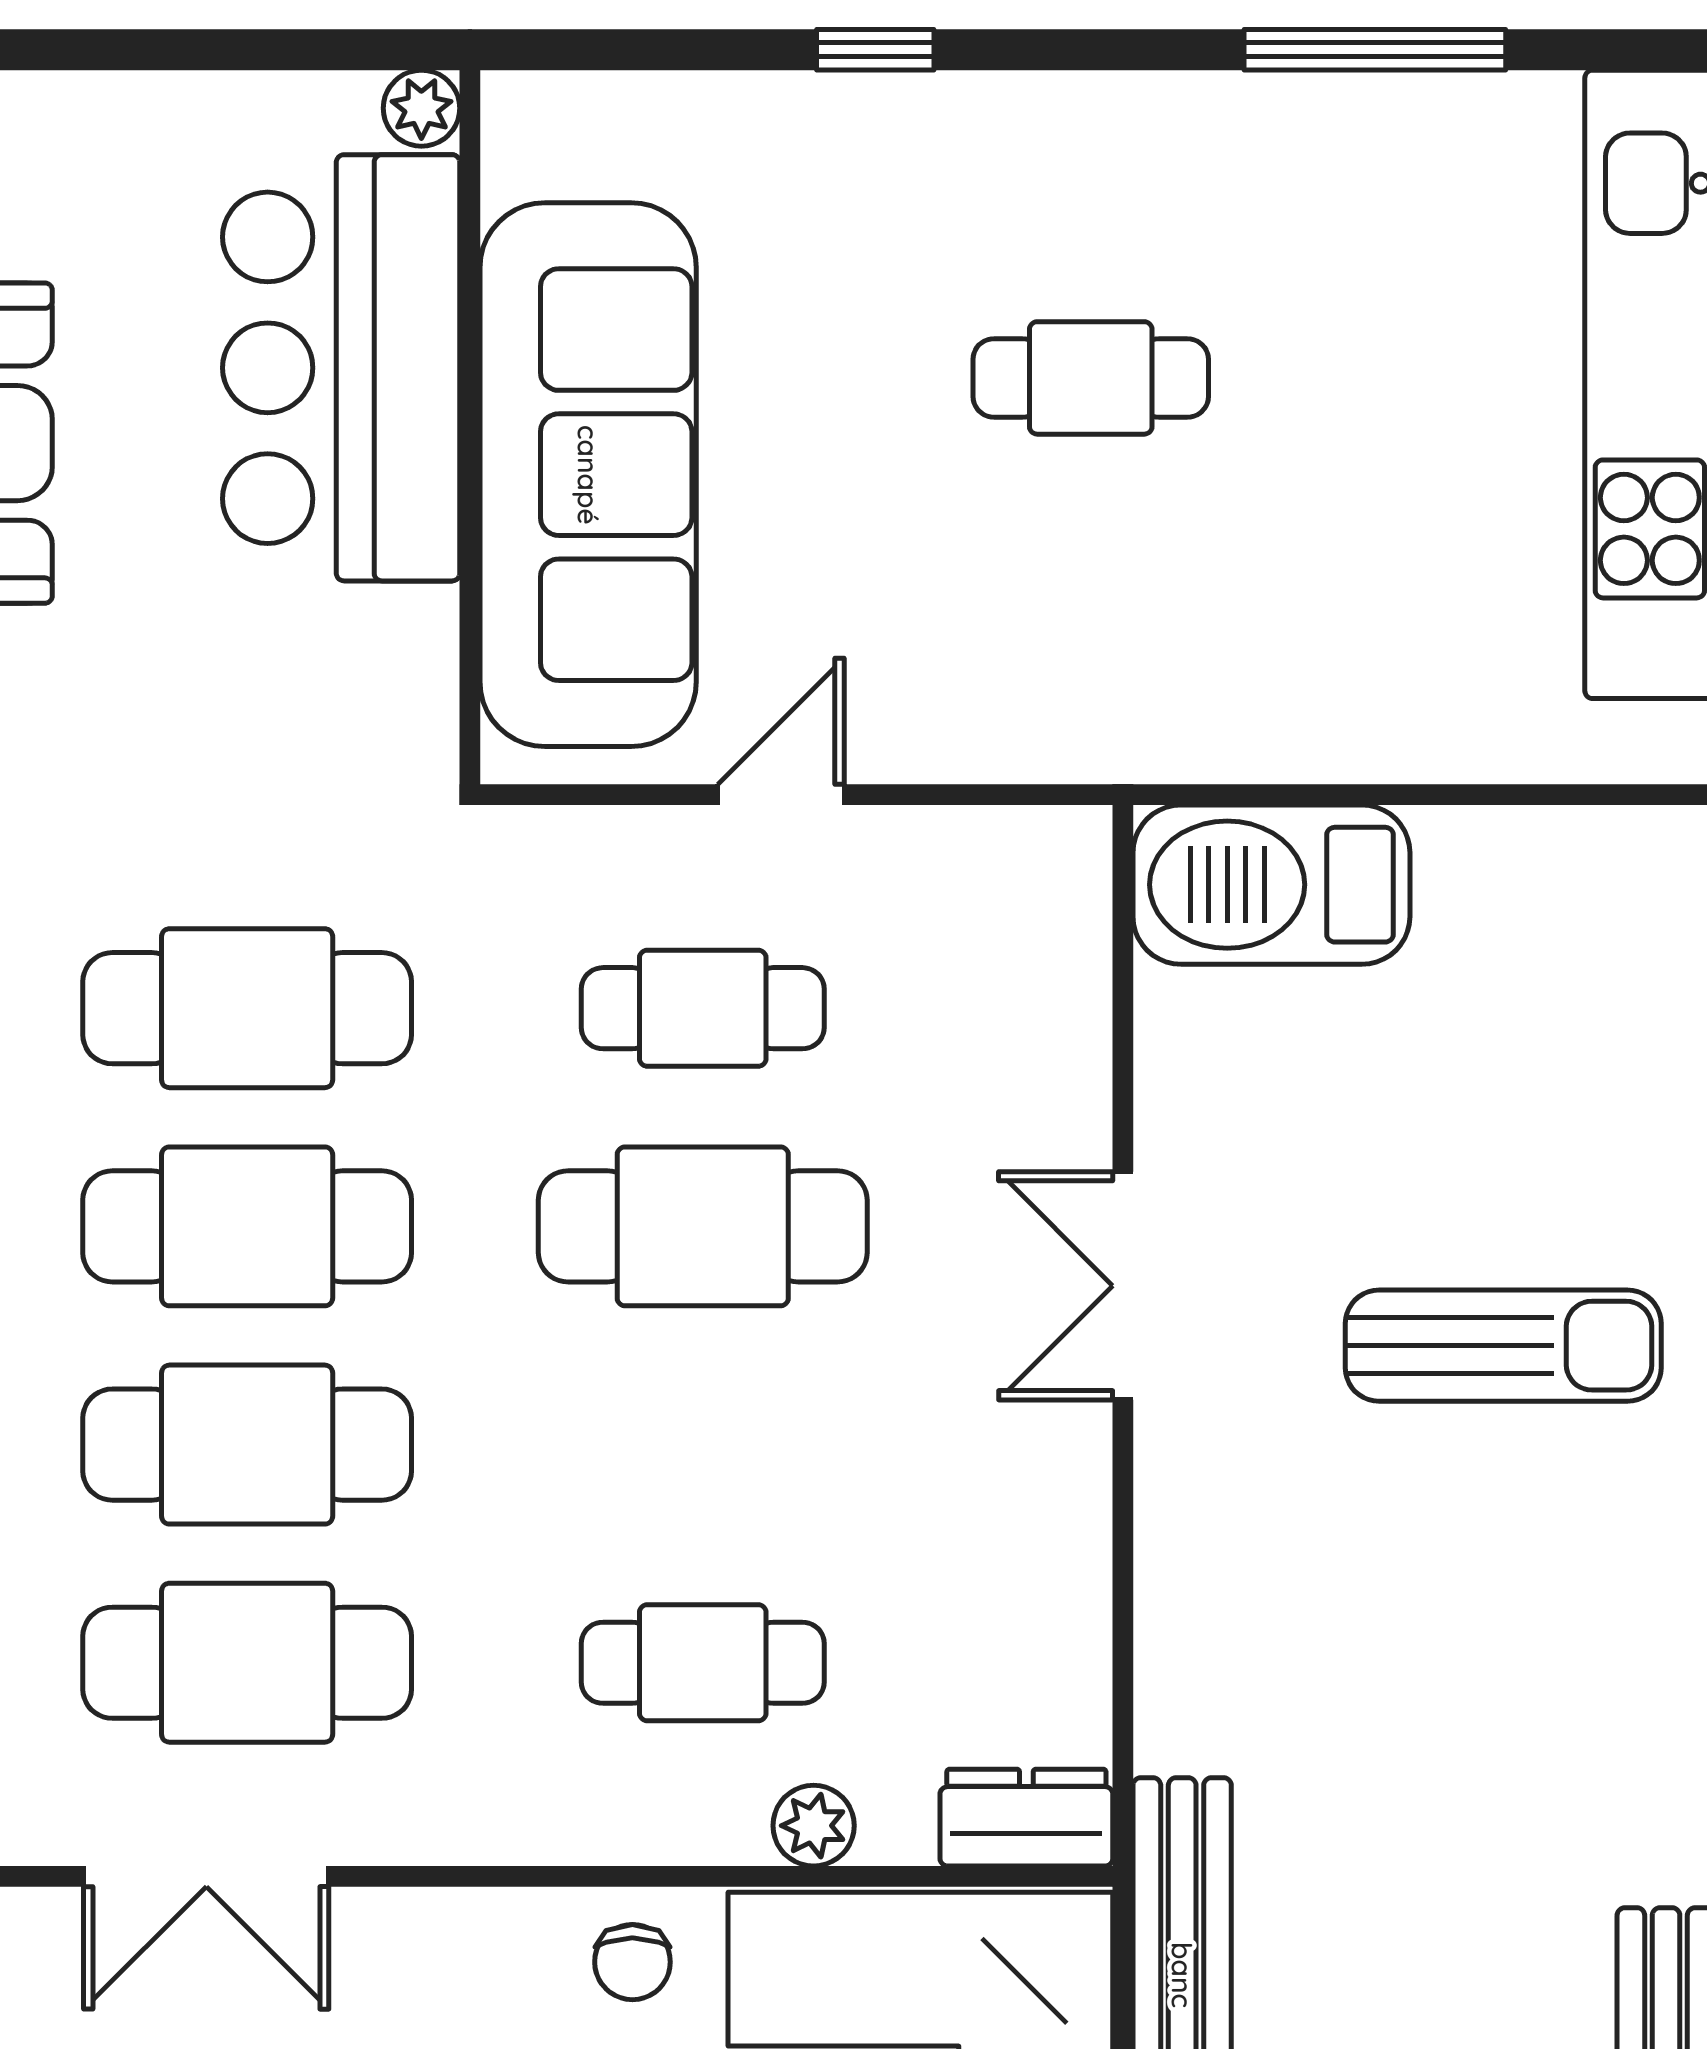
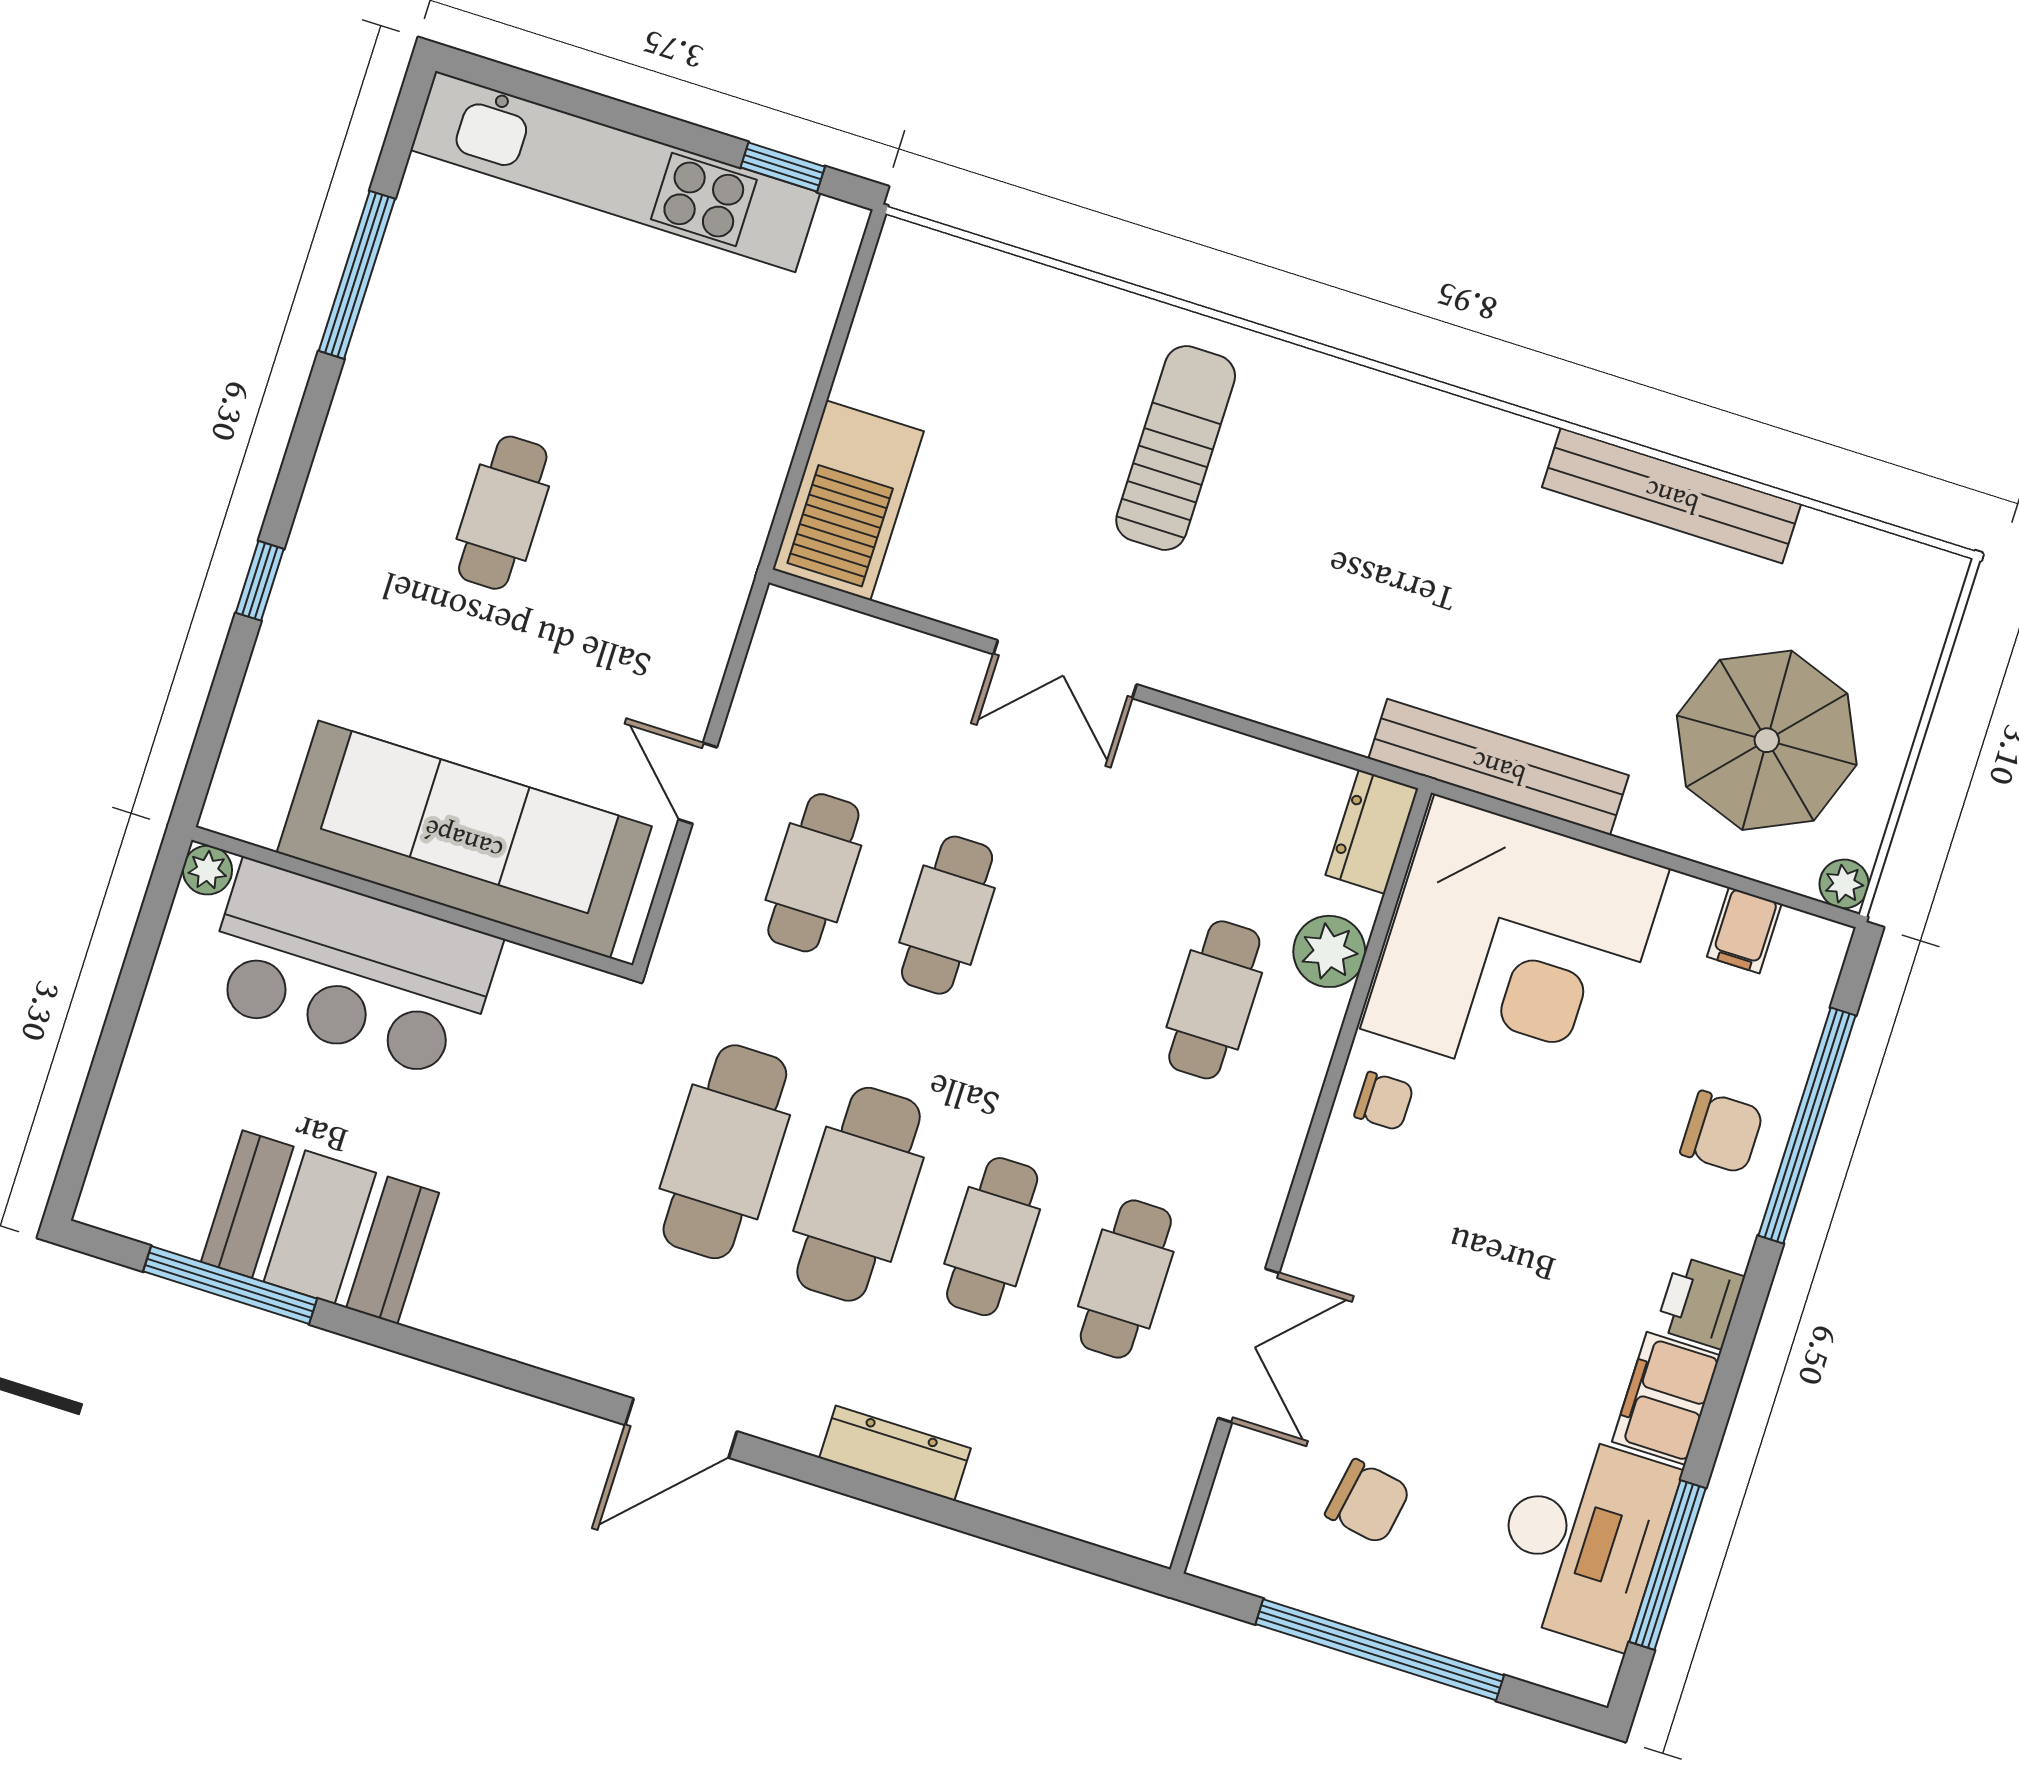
cafe table: (703, 1226) -> (947, 915), width x0.73, depth x0.74
cafe table: (247, 1445) -> (992, 1237), width x0.73, depth x0.74
cafe table: (247, 1663) -> (1126, 1279), width x0.73, depth x0.74
plant: (814, 1826) -> (1329, 951), width x1.38, depth x1.38

